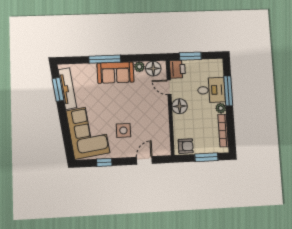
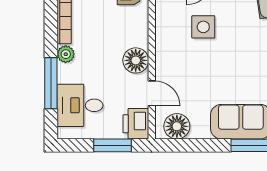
plant: (139, 67) -> (200, 130), removed
desk: (211, 90) -> (80, 105), moved
side table: (123, 130) -> (203, 27), moved

